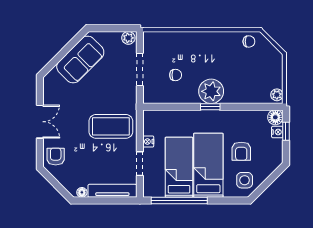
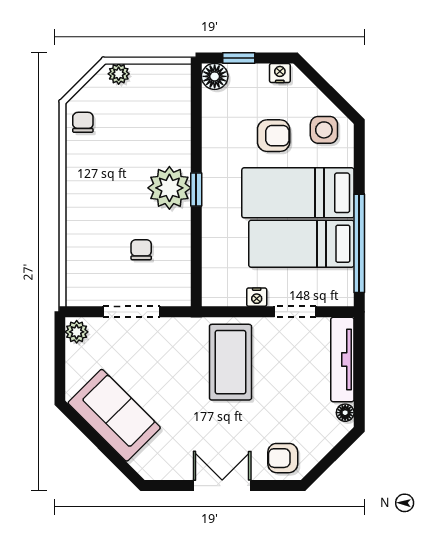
plant: (277, 95) -> (119, 74), moved
nightstand: (277, 132) -> (280, 73), moved

